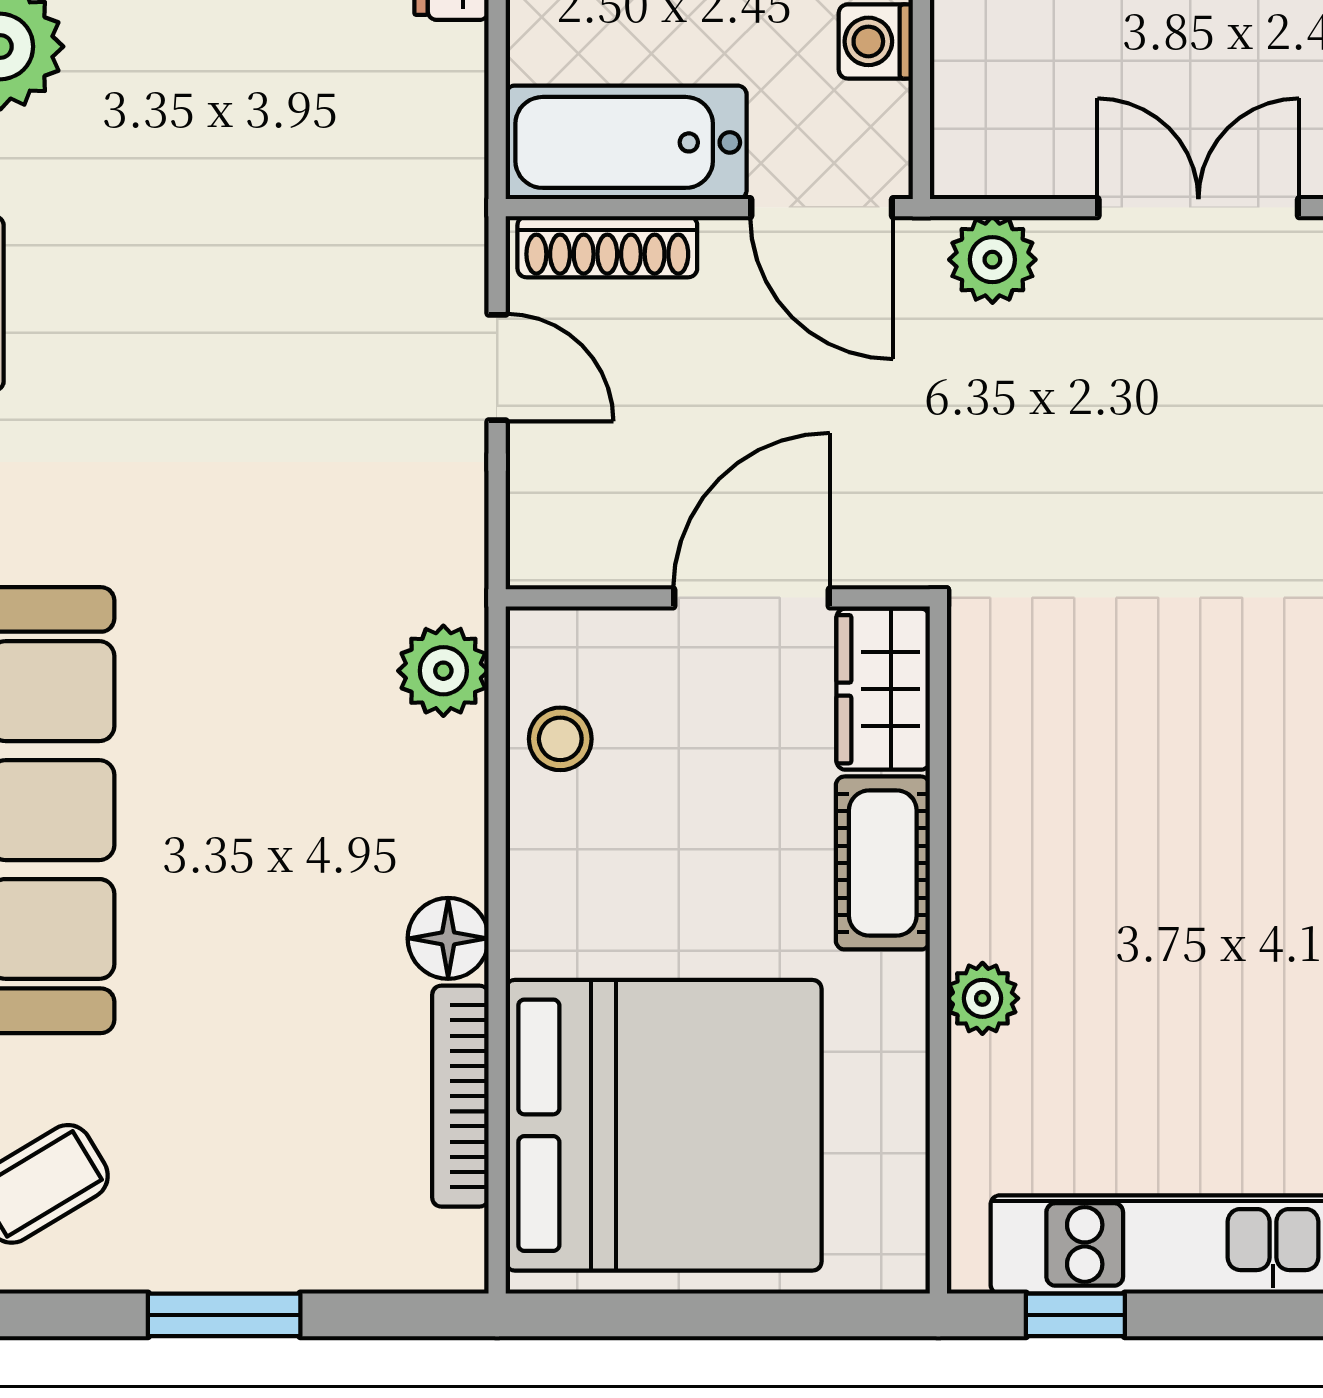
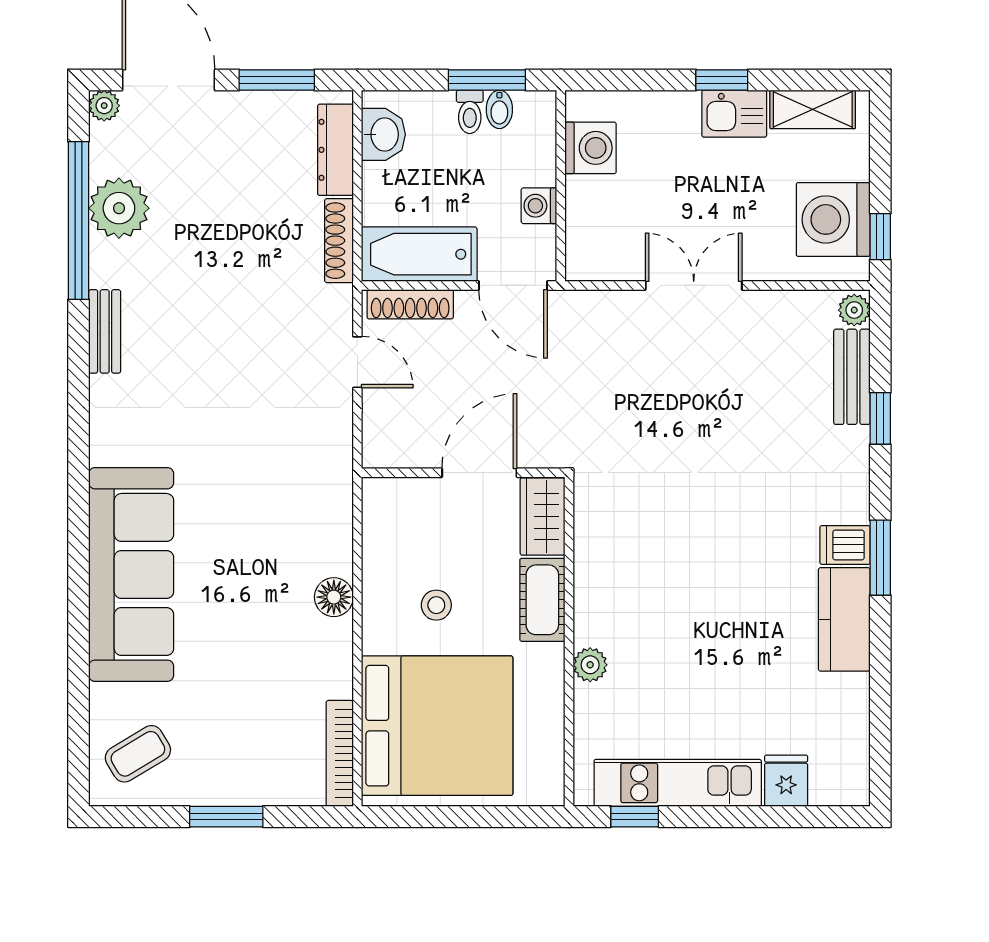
shoe rack: (459, 114) -> (339, 241), added
plant: (992, 260) -> (595, 310), removed
plant: (443, 671) -> (332, 508), removed
stool: (560, 739) -> (436, 605), moved
floor lamp: (448, 938) -> (334, 597), moved
bookcase: (460, 1096) -> (340, 753), moved

